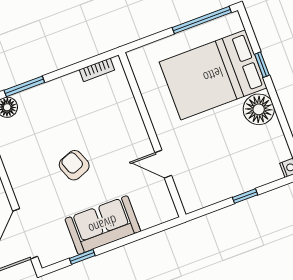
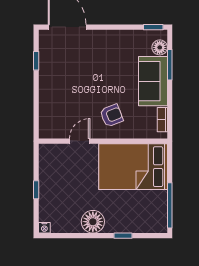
bed: (213, 75) -> (133, 167), moved, turned -90
armchair: (74, 165) -> (112, 116), moved
sofa: (103, 225) -> (153, 81), moved, turned 180

